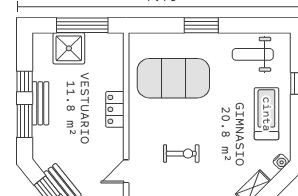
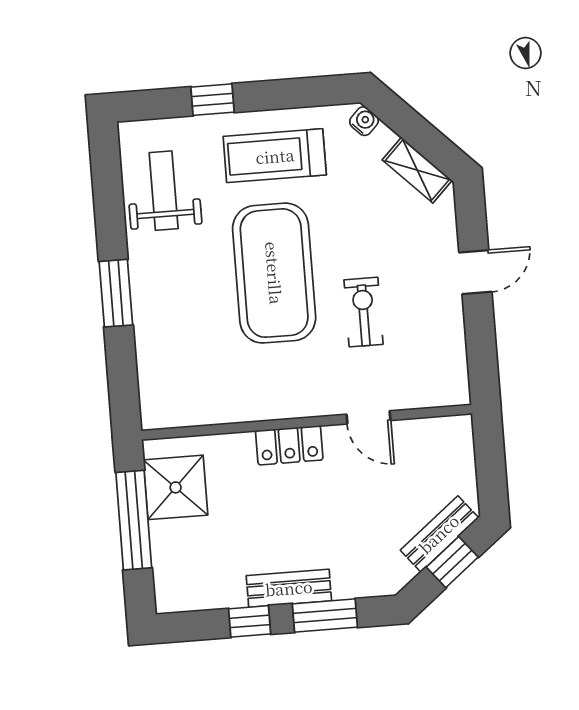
shower: (69, 48) -> (176, 487), moved
weight bench: (253, 54) -> (164, 191), turned 180
exercise mat: (173, 78) -> (274, 273), moved
door: (126, 171) -> (369, 417), moved

